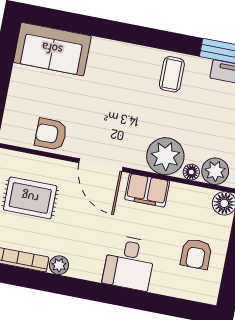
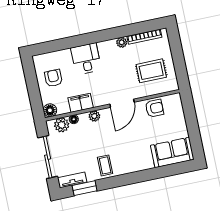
plant: (165, 156) -> (94, 116), width x0.53, depth x0.53
door: (101, 165) -> (122, 103), swing flipped
filing cabinet: (147, 190) -> (81, 103), moved

